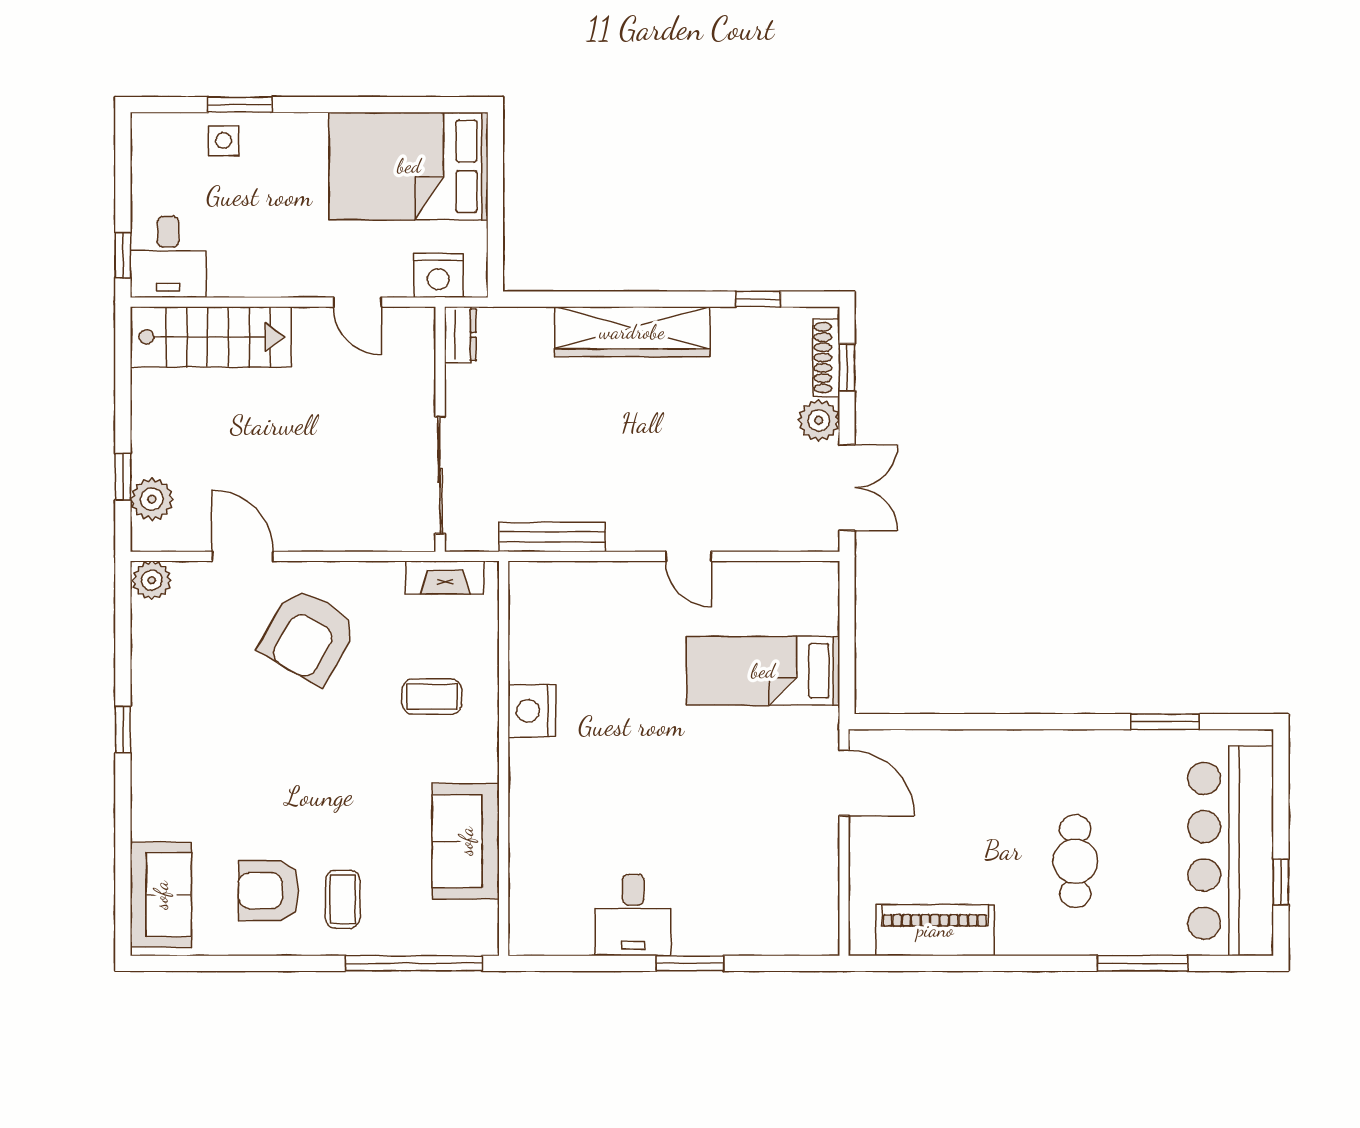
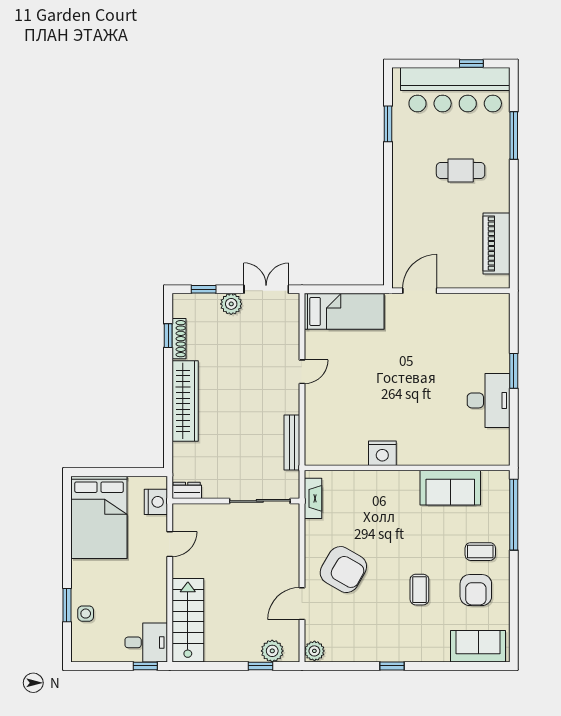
shoe rack: (826, 358) -> (179, 339), moved, turned -90
bed: (763, 671) -> (344, 311), moved, turned -90
coffee table: (432, 697) -> (419, 590), moved
desk: (633, 915) -> (489, 400), width x1.37

